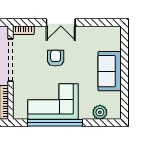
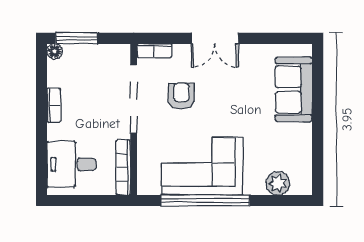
armchair: (56, 58) -> (181, 96), moved
sofa: (110, 71) -> (294, 89), moved

